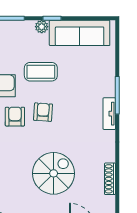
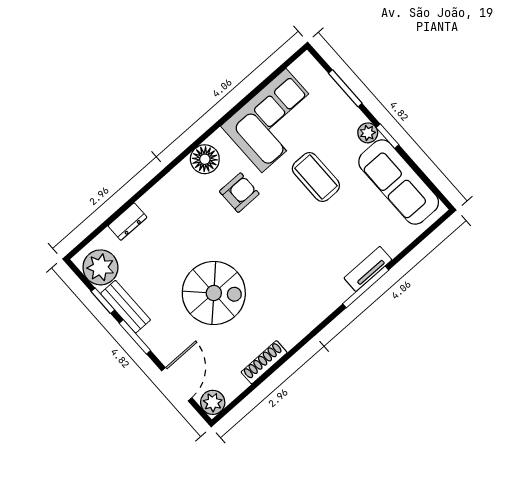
armchair: (43, 112) -> (272, 220), removed
tv unit: (109, 114) -> (368, 269), moved

